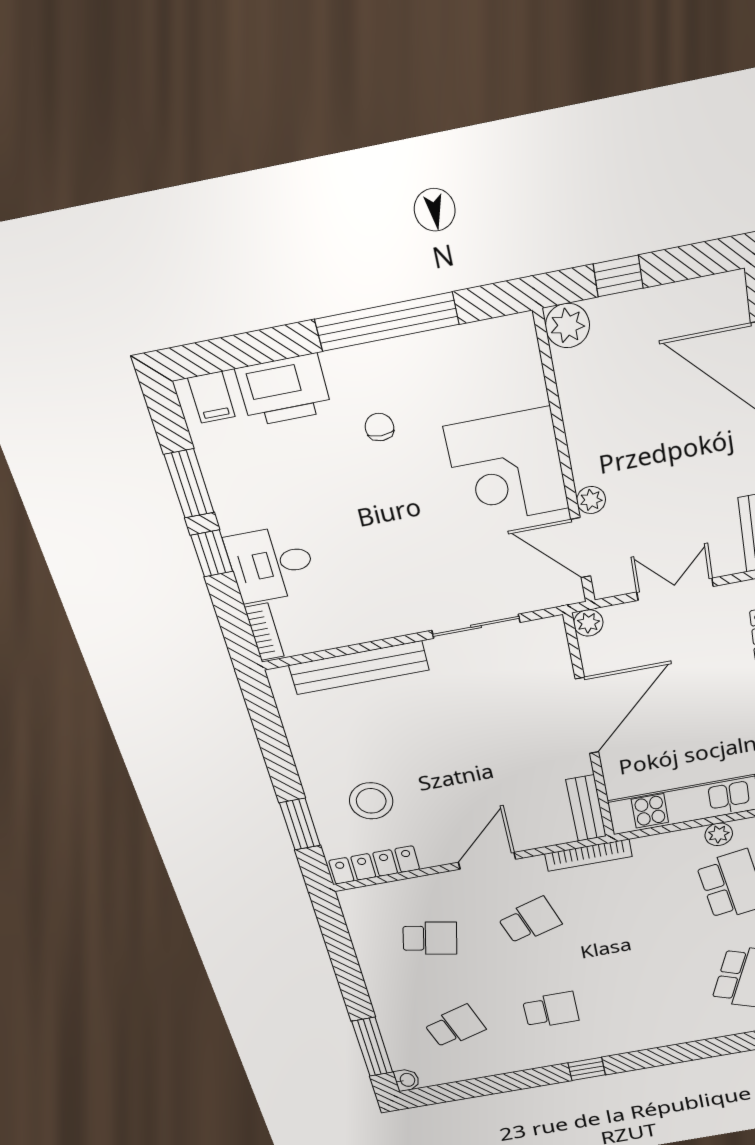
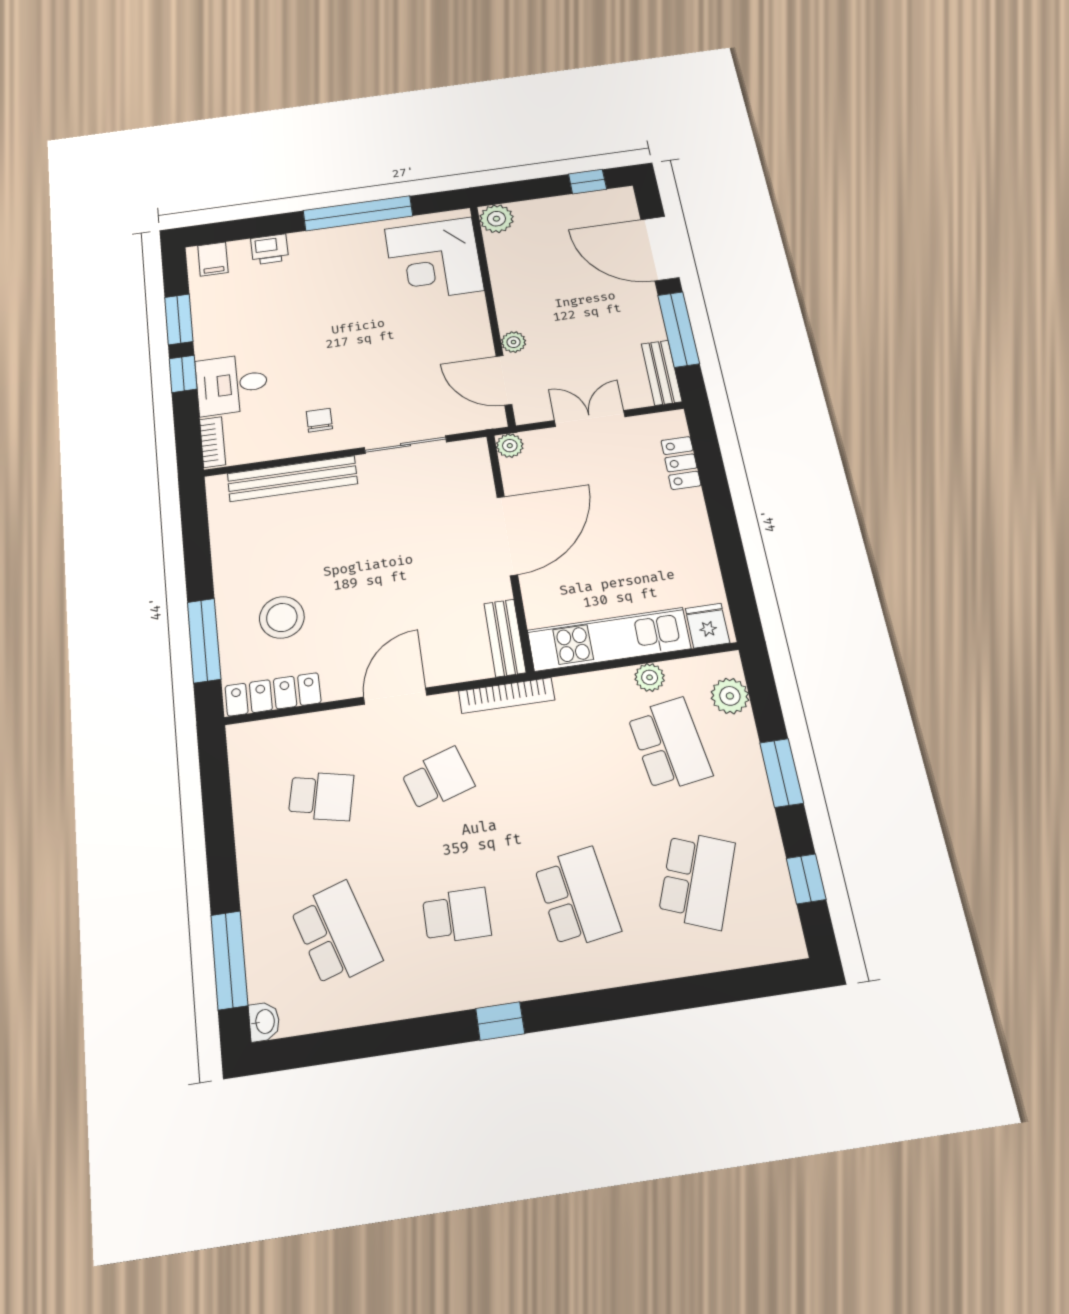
window: (618, 276) -> (588, 182), moved
printer: (284, 390) -> (270, 249), width x0.53, depth x0.68
chair: (379, 427) -> (319, 420), moved
corner desk: (507, 468) -> (434, 260), moved
window: (300, 824) -> (204, 640), width x1.44
school desk: (647, 993) -> (577, 898), added
school desk: (455, 1027) -> (336, 934), width x1.85

